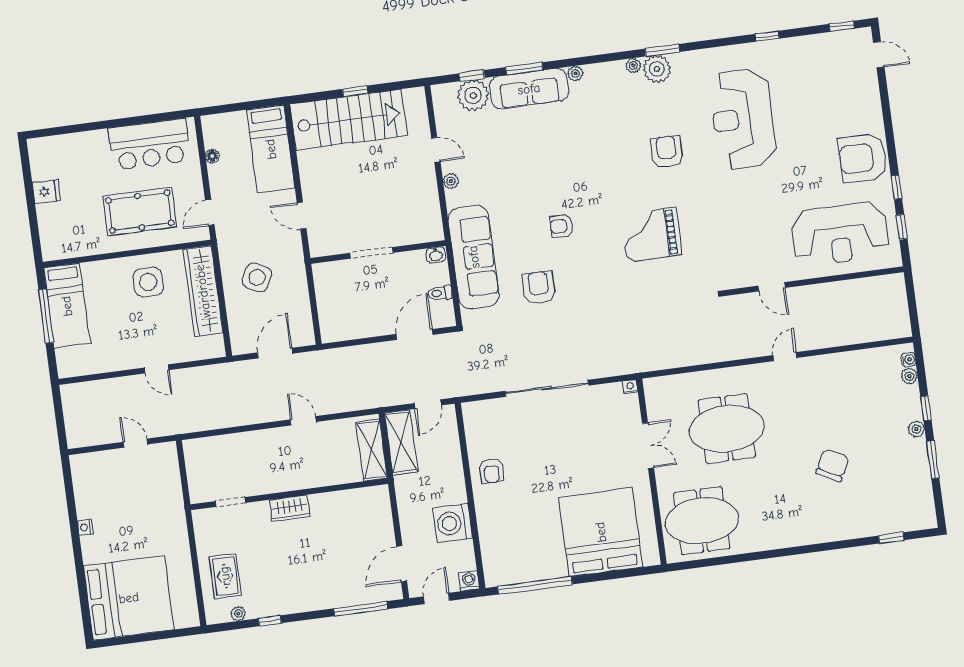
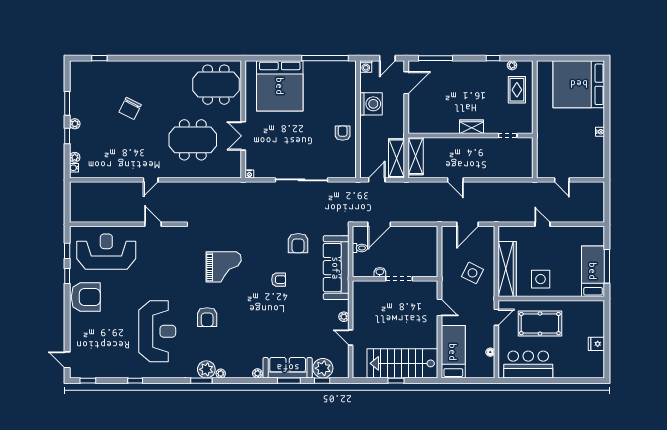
washbasin: (436, 255) -> (380, 272), moved

